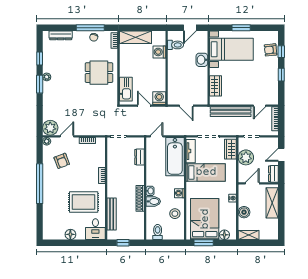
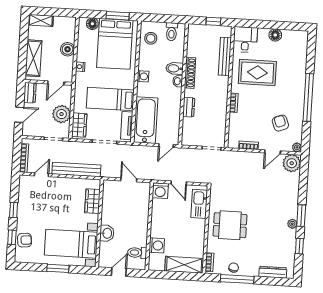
dresser: (139, 157) -> (189, 107), moved
stool: (175, 214) -> (151, 38), moved
shelving: (249, 235) -> (41, 20), moved

